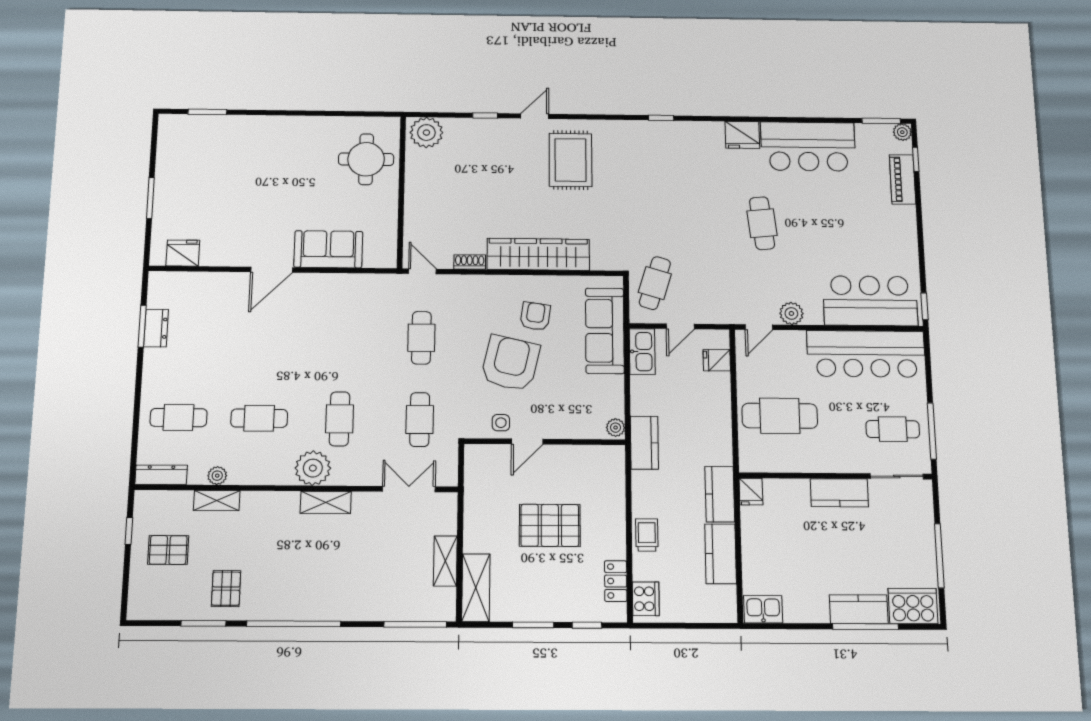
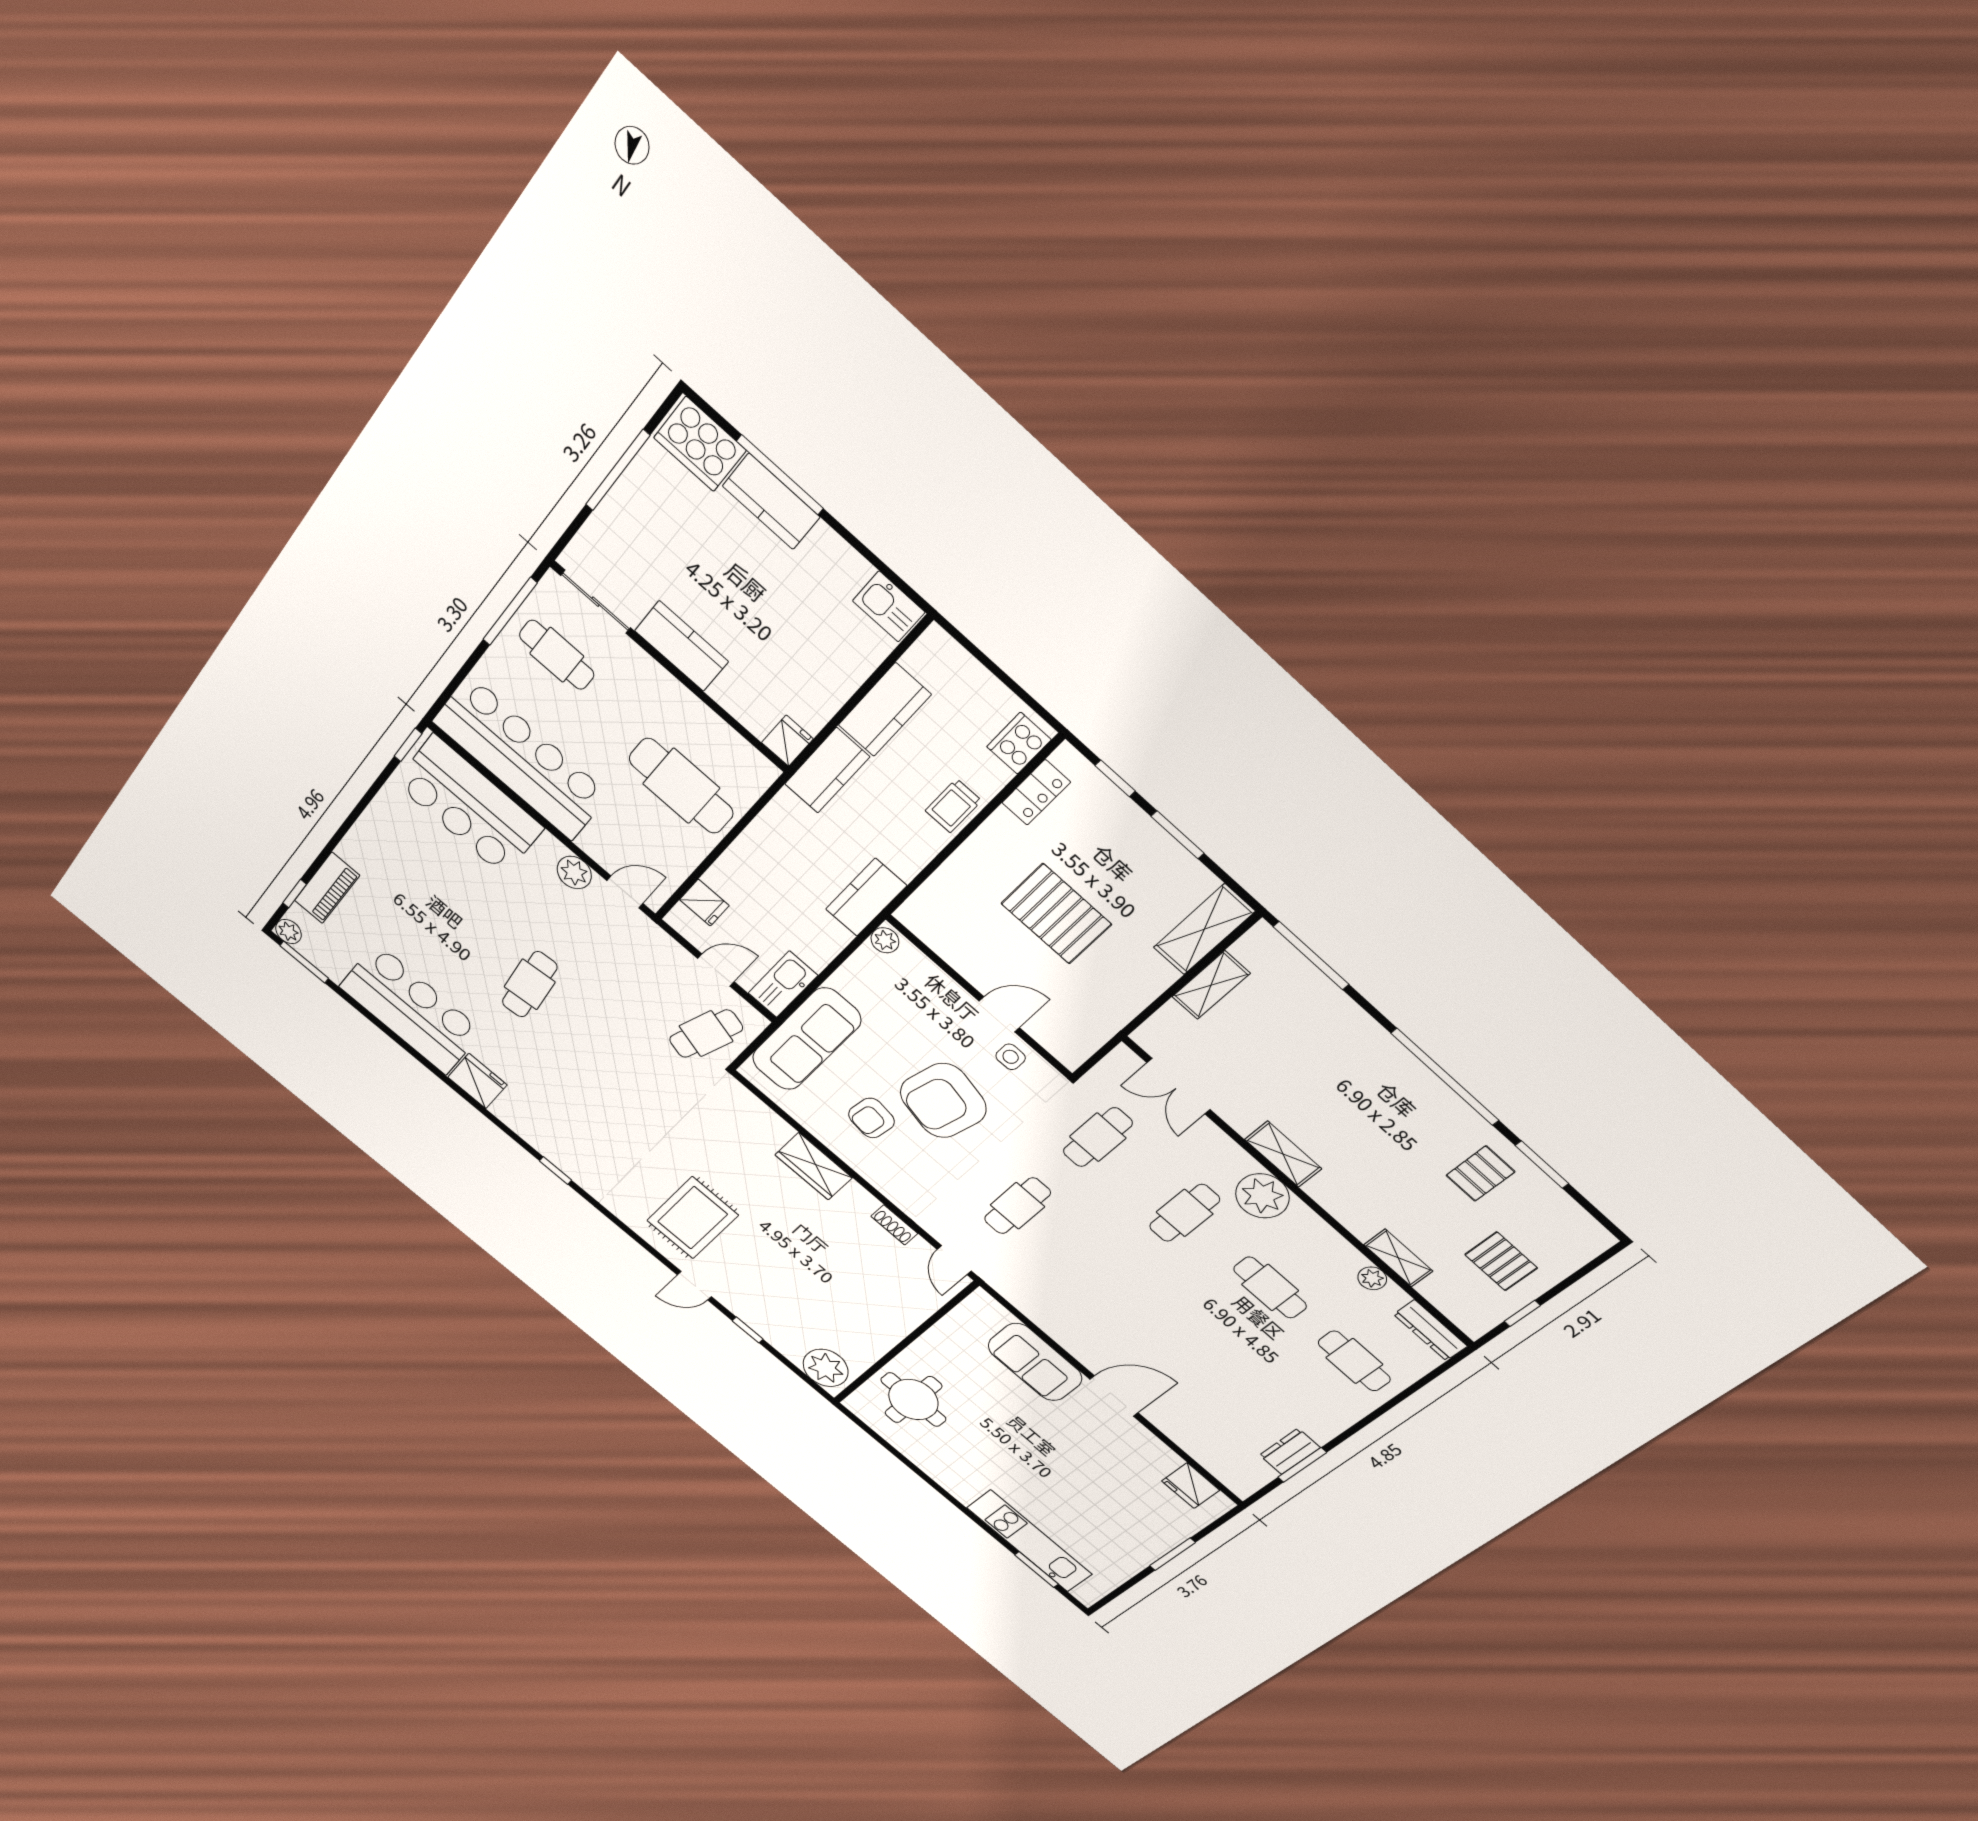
kitchen unit: (228, 128) -> (1029, 1541), added
wardrobe: (538, 254) -> (814, 1166), width x0.48, depth x0.85

